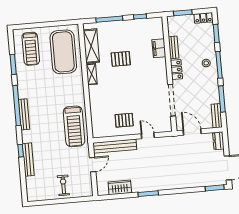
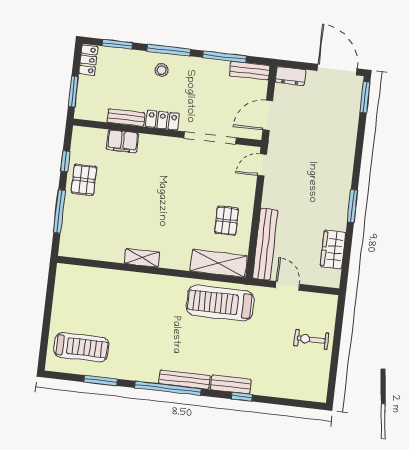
shelving: (91, 46) -> (219, 263), moved
exercise mat: (63, 52) -> (97, 296), removed
pallet: (121, 59) -> (84, 180), moved
treadmill: (74, 126) -> (220, 303), turned 180
door: (148, 136) -> (262, 165), moved
bench: (28, 160) -> (231, 384), moved, width x0.73

